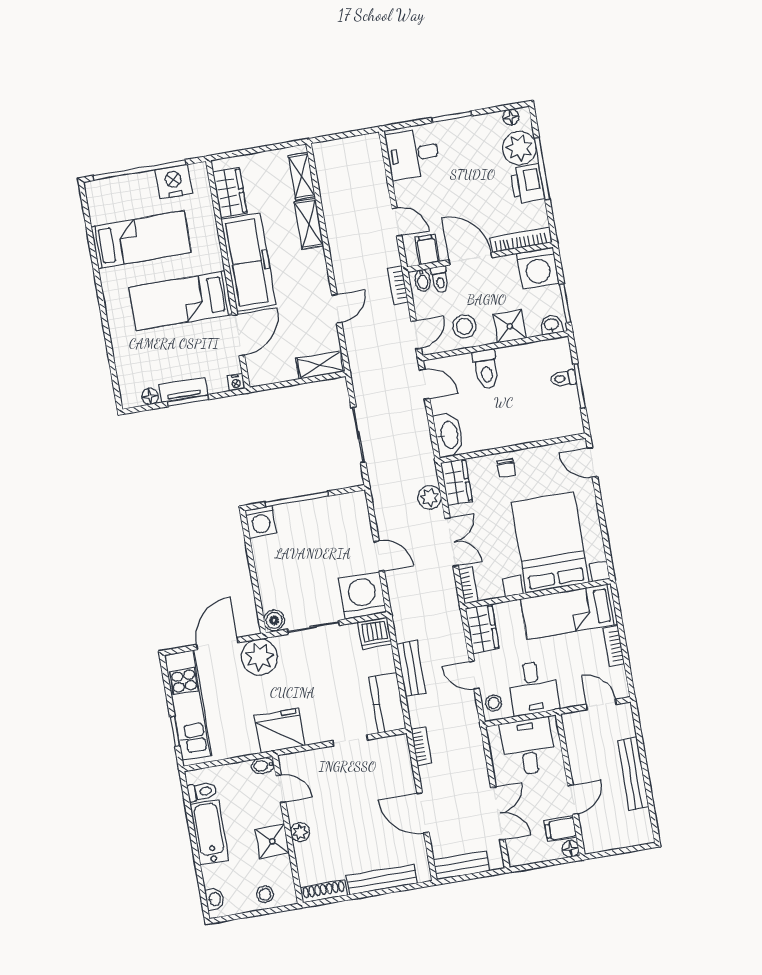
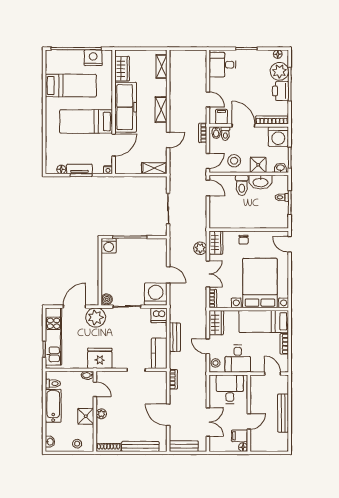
shelving: (309, 224) -> (161, 110), moved
washbasin: (449, 435) -> (260, 182), moved, turned 90

